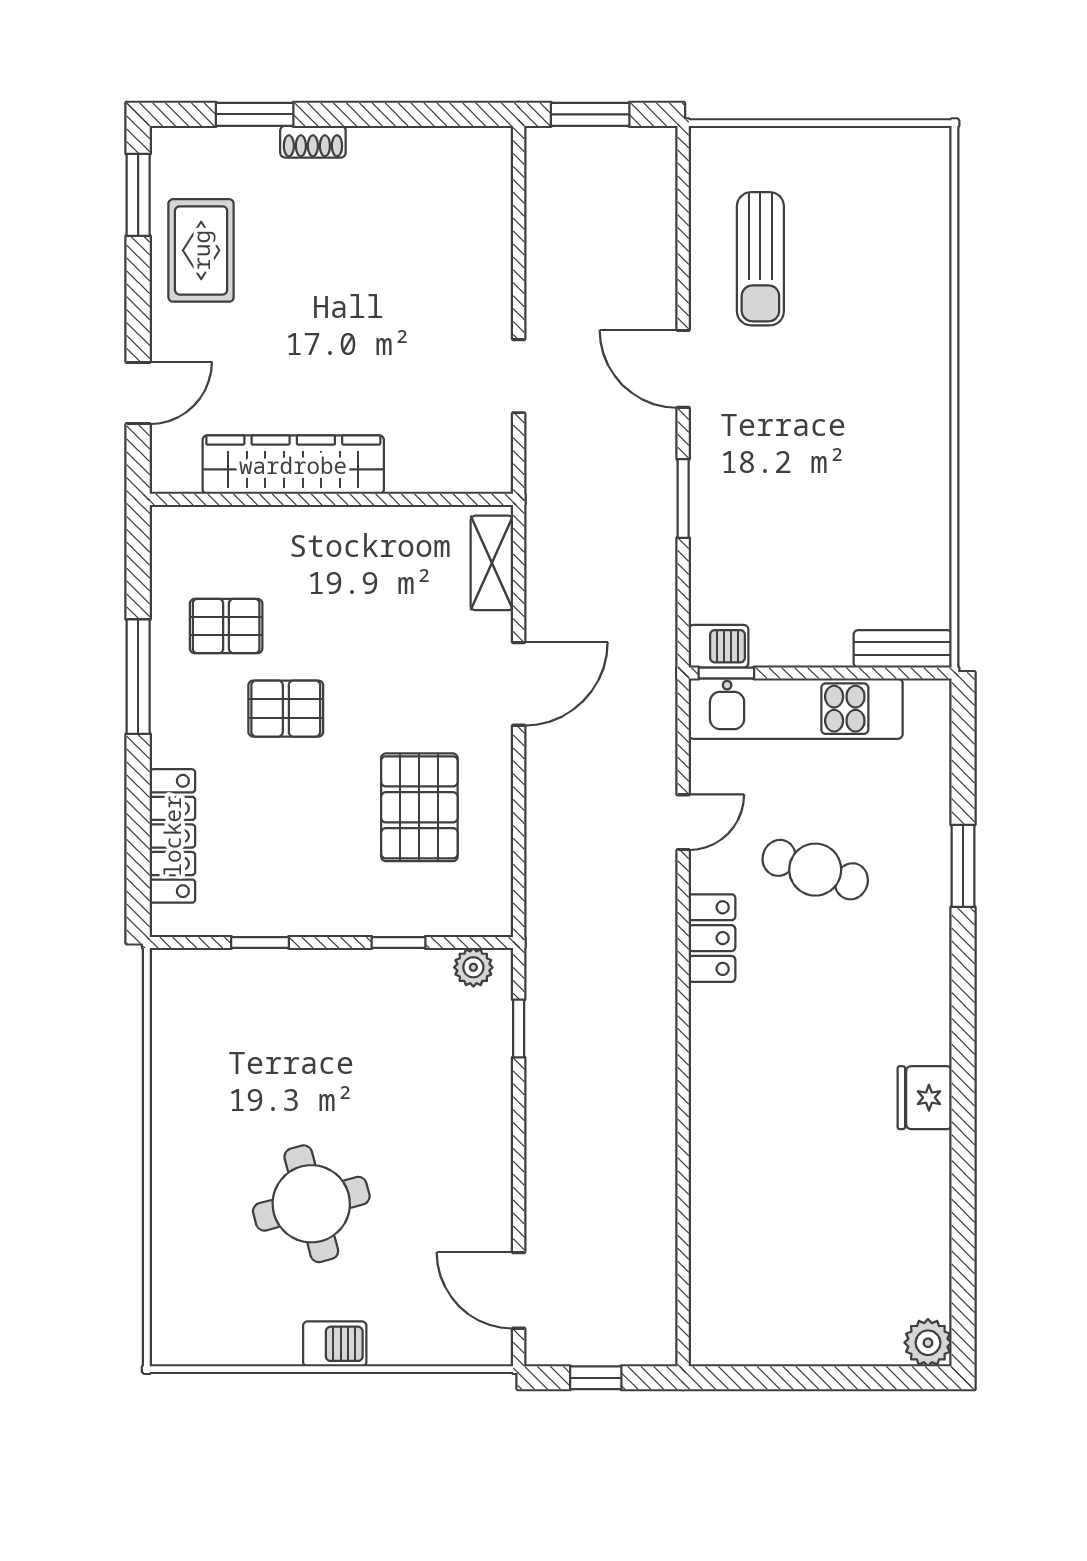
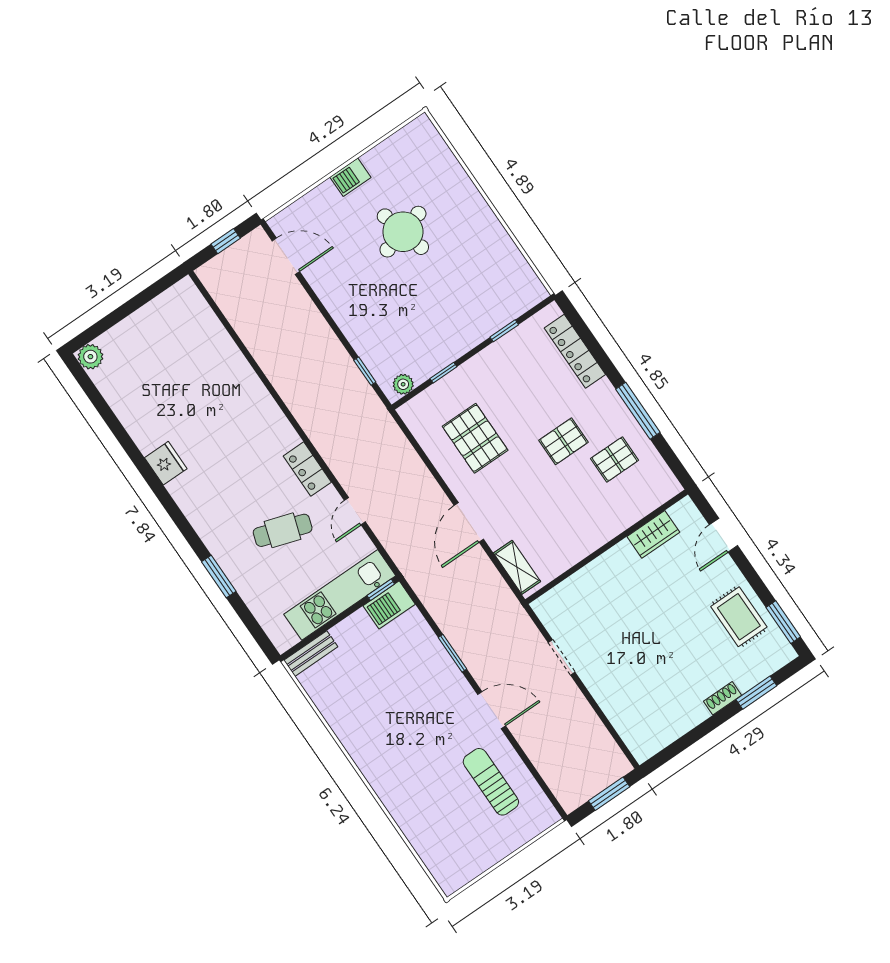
wardrobe: (293, 465) -> (653, 534), width x0.48, depth x0.85
barbecue: (719, 646) -> (389, 605), width x1.38, depth x1.27

